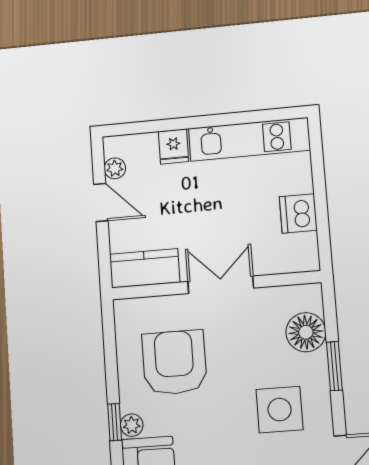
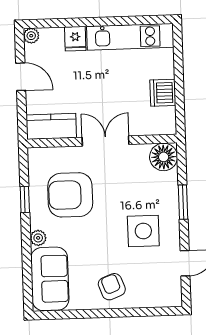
plant: (115, 168) -> (31, 36), moved
floor lamp: (306, 332) -> (164, 157), moved
armchair: (174, 363) -> (70, 195), turned -90
window: (115, 422) -> (25, 200), moved

